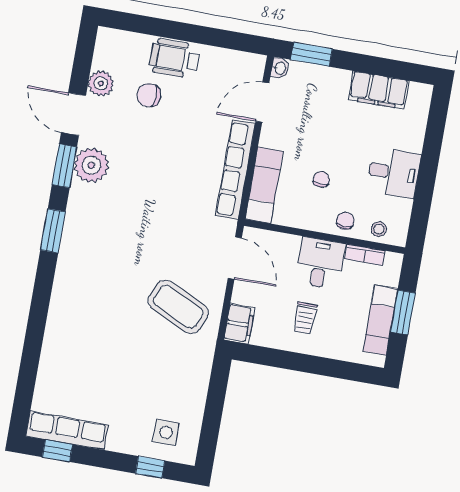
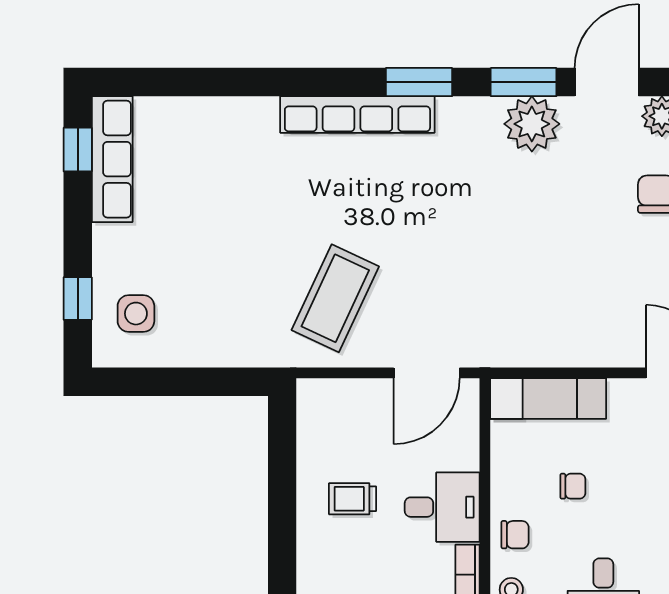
row of seats: (235, 170) -> (357, 114), moved, turned 180
filing cabinet: (239, 324) -> (326, 398), removed

